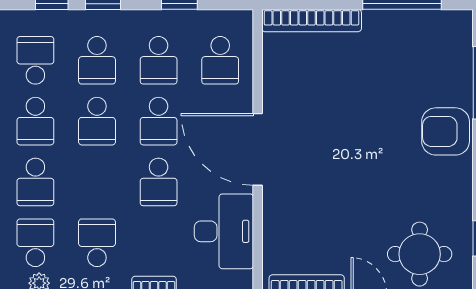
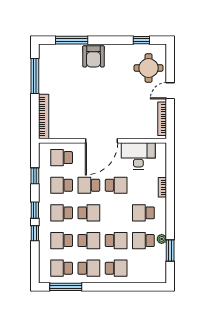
school desk: (97, 60) -> (62, 213), turned 180
school desk: (159, 60) -> (62, 185), turned 180
school desk: (220, 60) -> (62, 158), turned 180
school desk: (159, 121) -> (89, 185), turned 180

